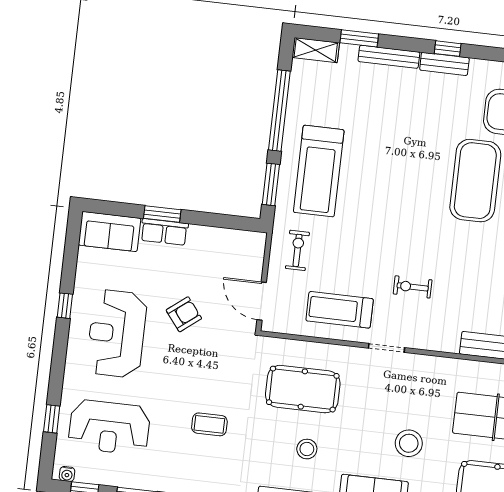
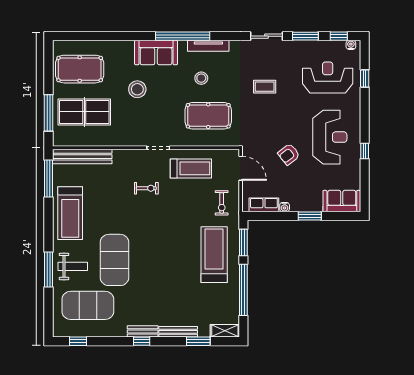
row of seats: (164, 232) -> (264, 205), moved
water cooler: (200, 232) -> (285, 207), added

